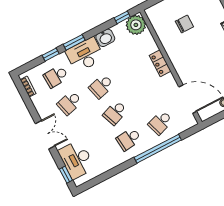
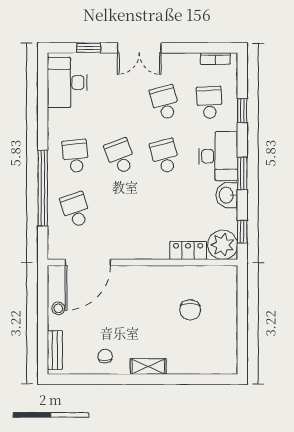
window: (74, 42) -> (242, 173), moved
locker: (160, 63) -> (188, 250), moved
desk: (76, 159) -> (67, 83), moved, turned -90
window: (66, 175) -> (89, 48), moved

